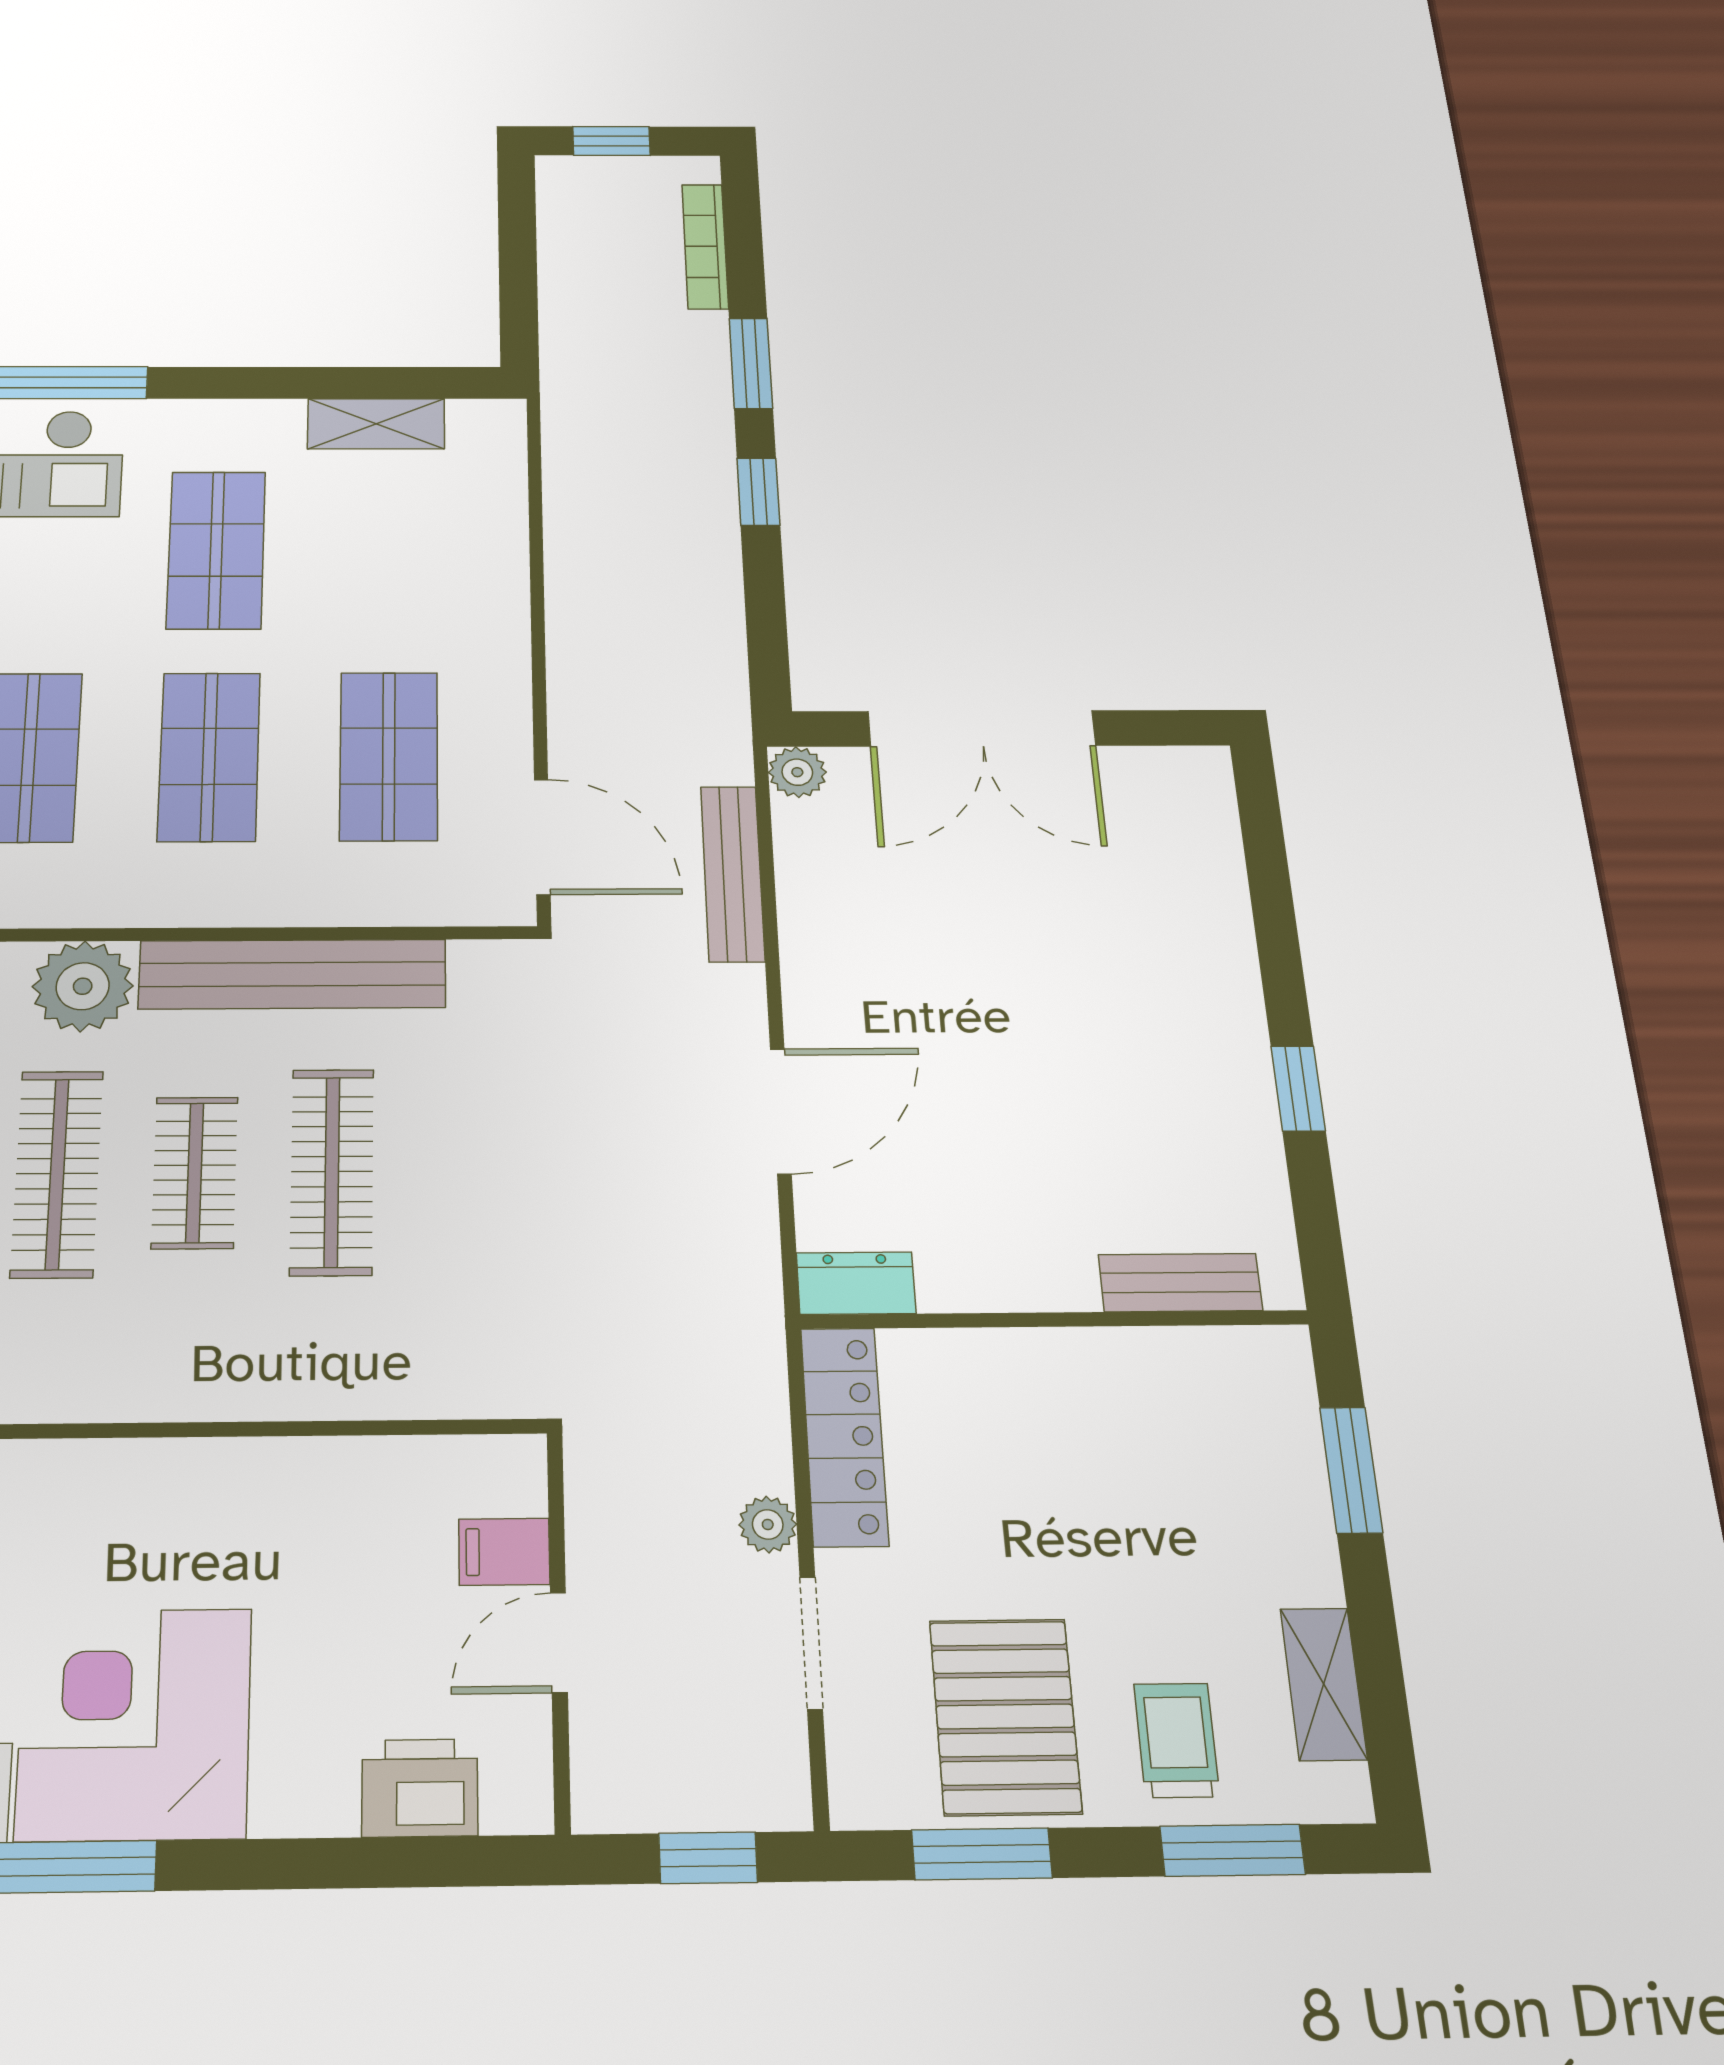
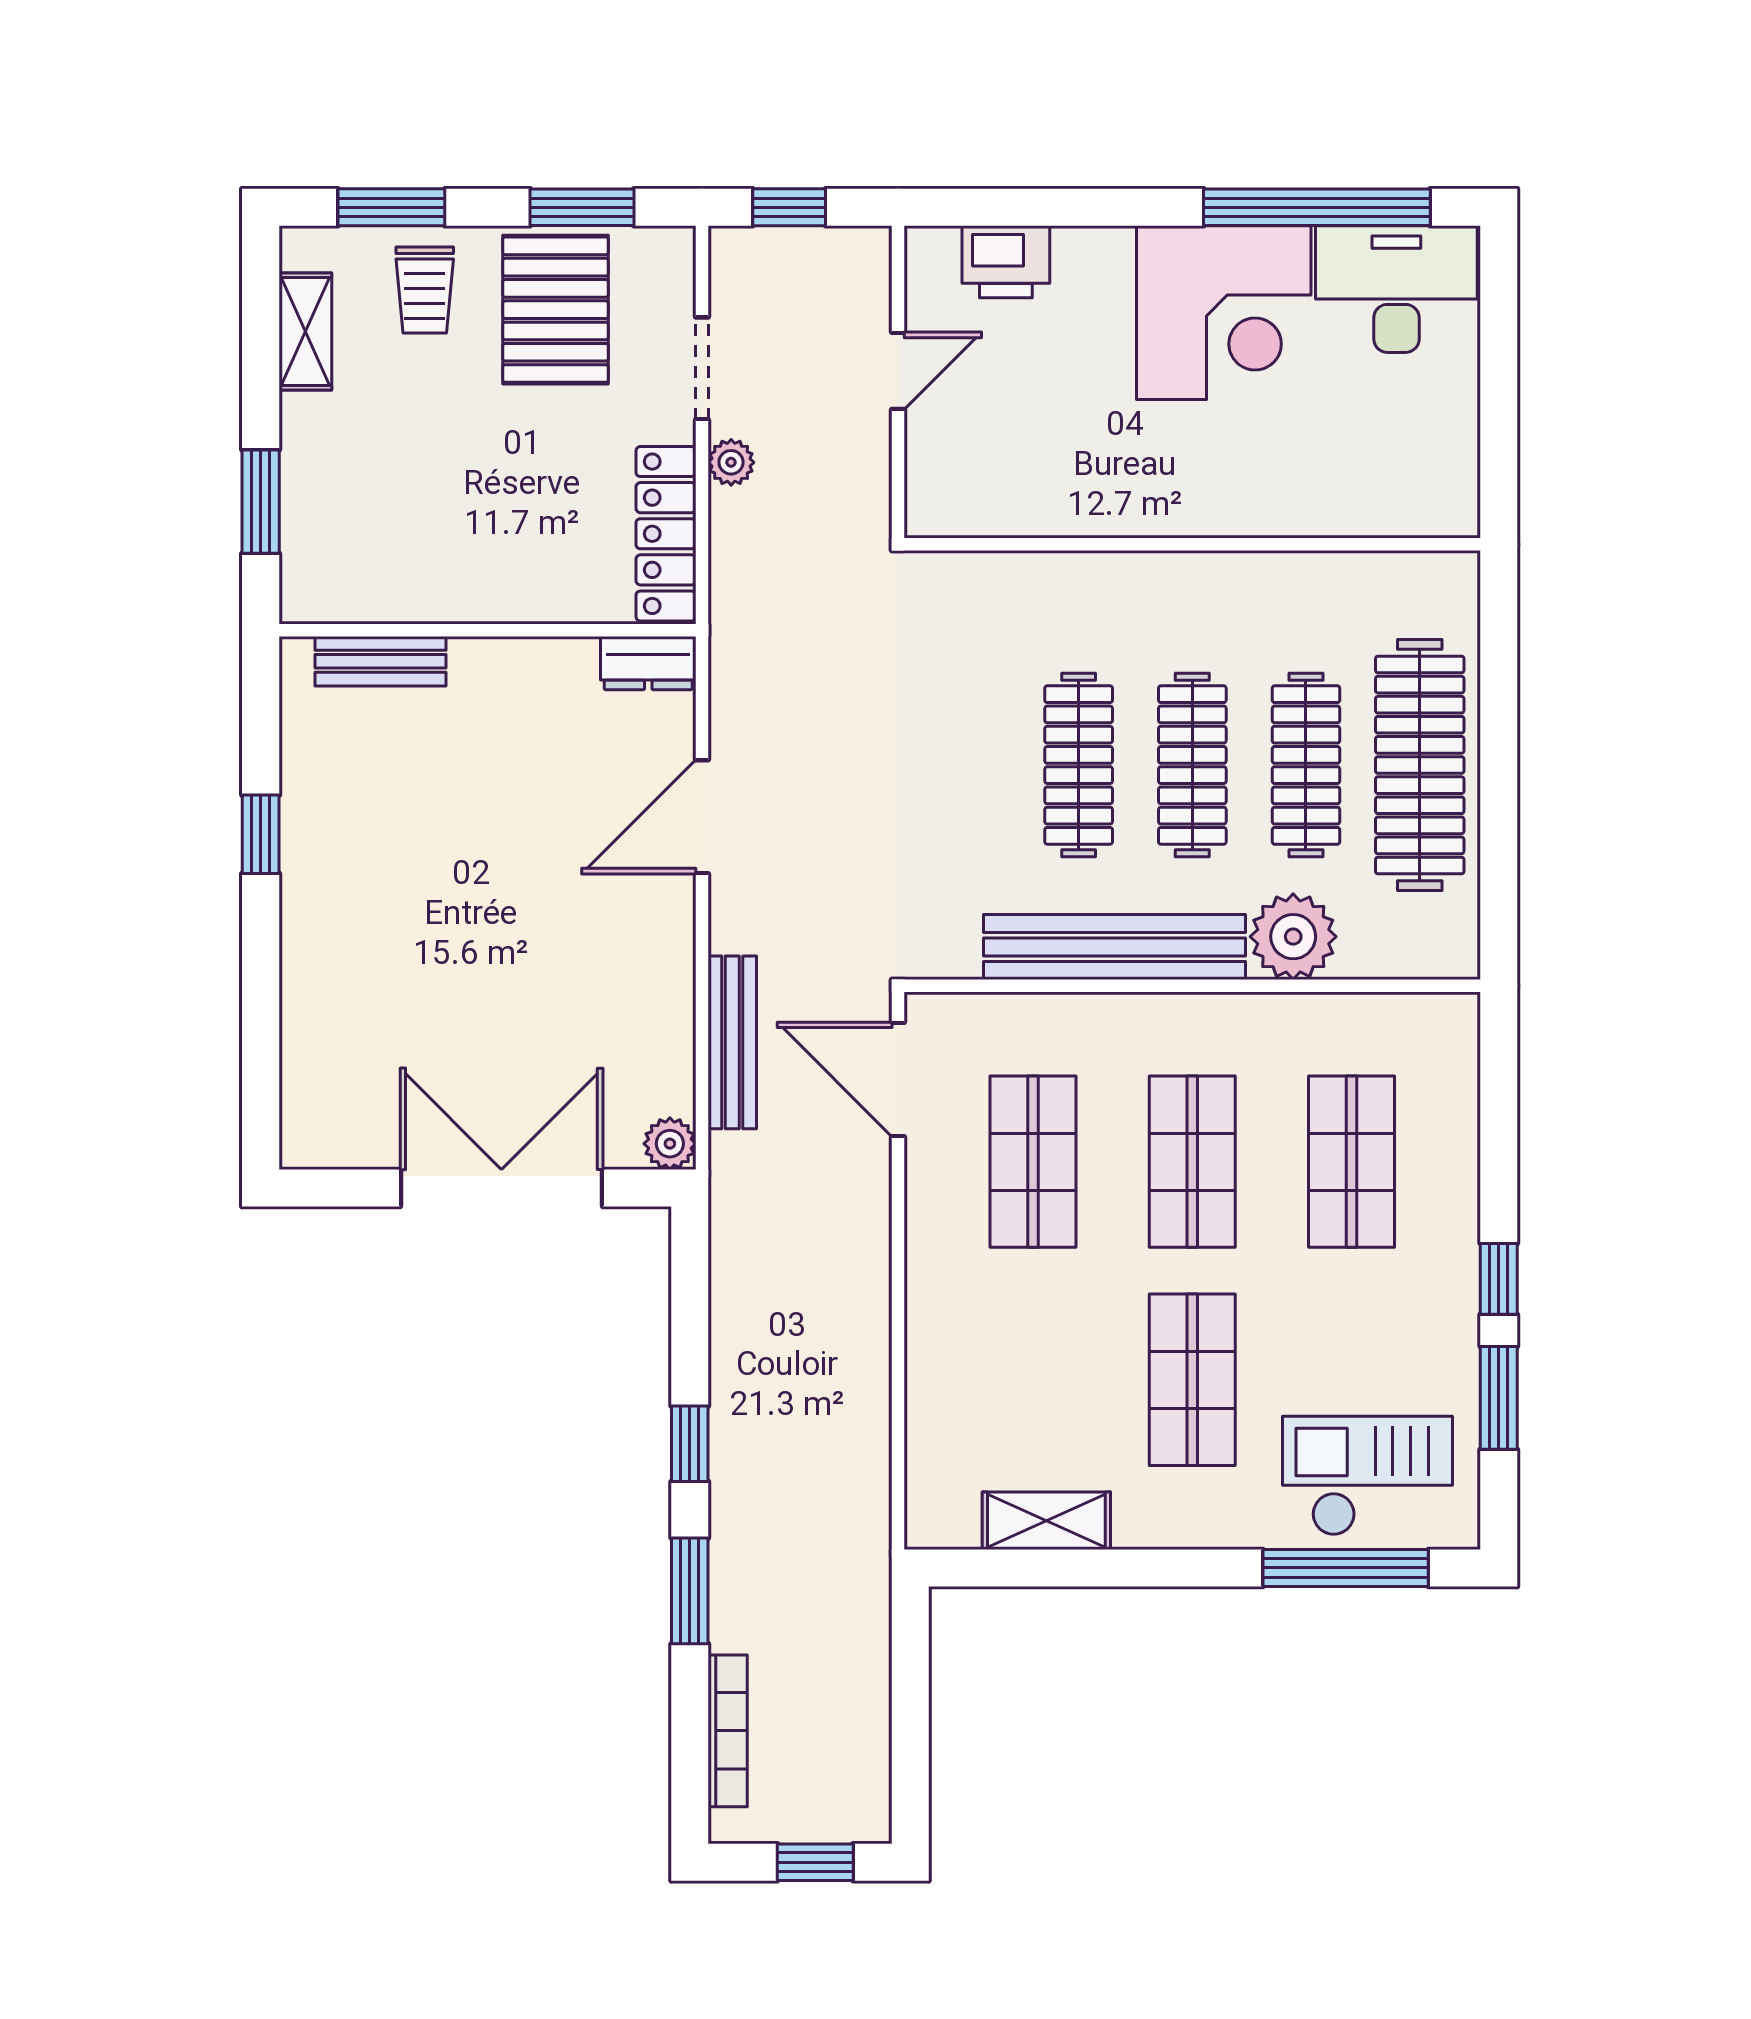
clothes rail: (195, 1172) -> (1192, 765), width x1.36
filing cabinet: (504, 1552) -> (940, 443), removed

